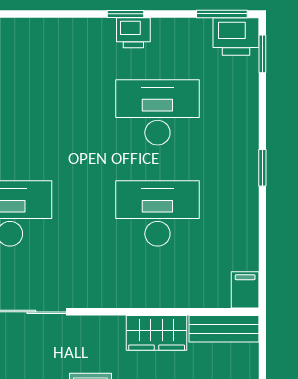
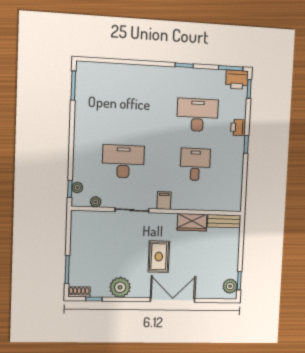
printer: (133, 33) -> (238, 128), moved, turned 90
desk: (157, 213) -> (195, 164), width x0.73
filing cabinet: (245, 290) -> (164, 201), moved

